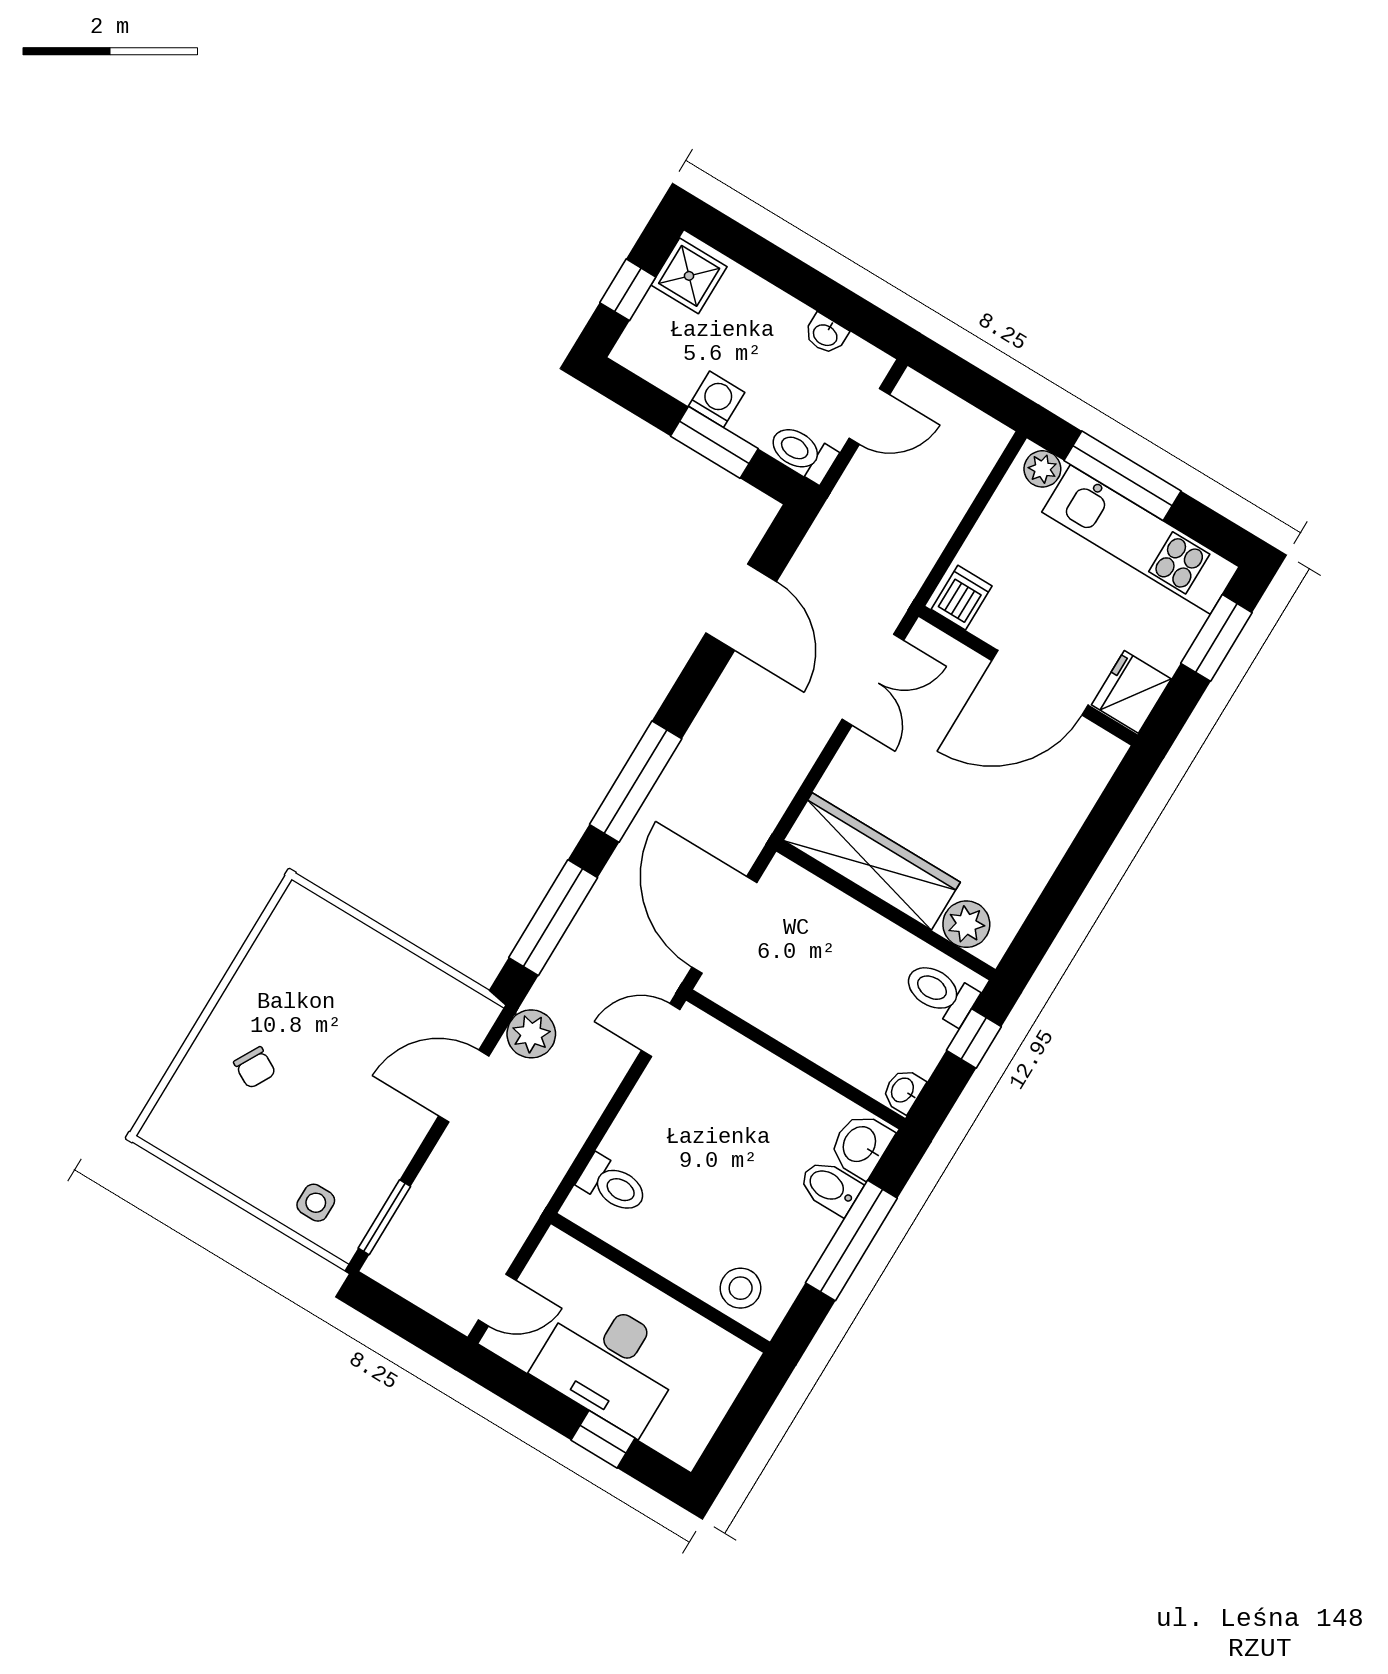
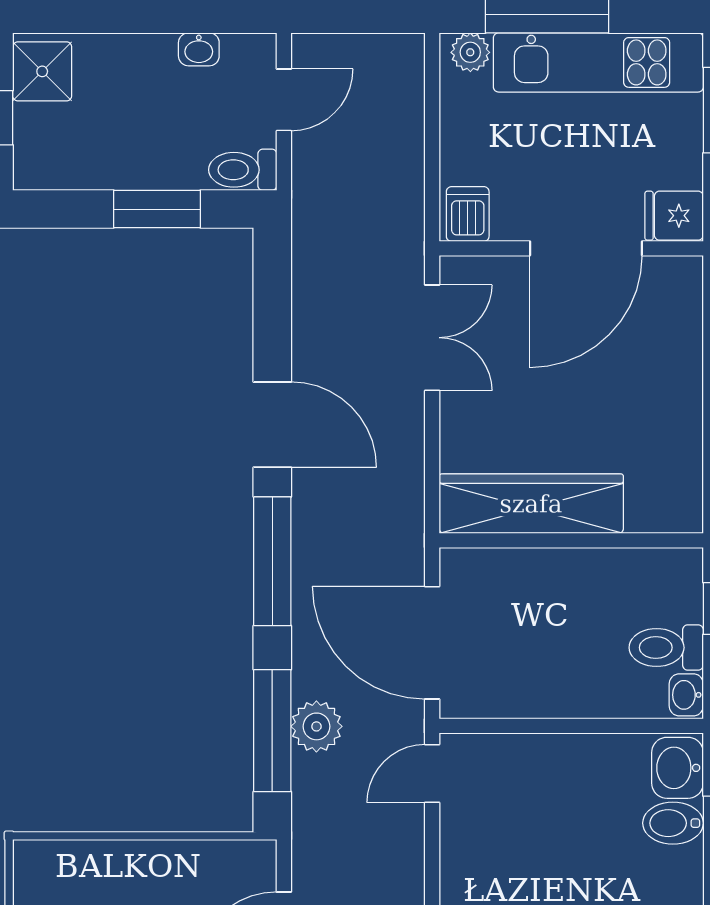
washing machine: (717, 399) -> (135, 169), removed
door: (741, 607) -> (272, 425), moved
fridge: (1131, 692) -> (674, 216), width x0.72
plant: (966, 924) -> (652, 509), removed
toilet: (940, 993) -> (666, 648), moved
plant: (531, 1034) -> (316, 726), moved

